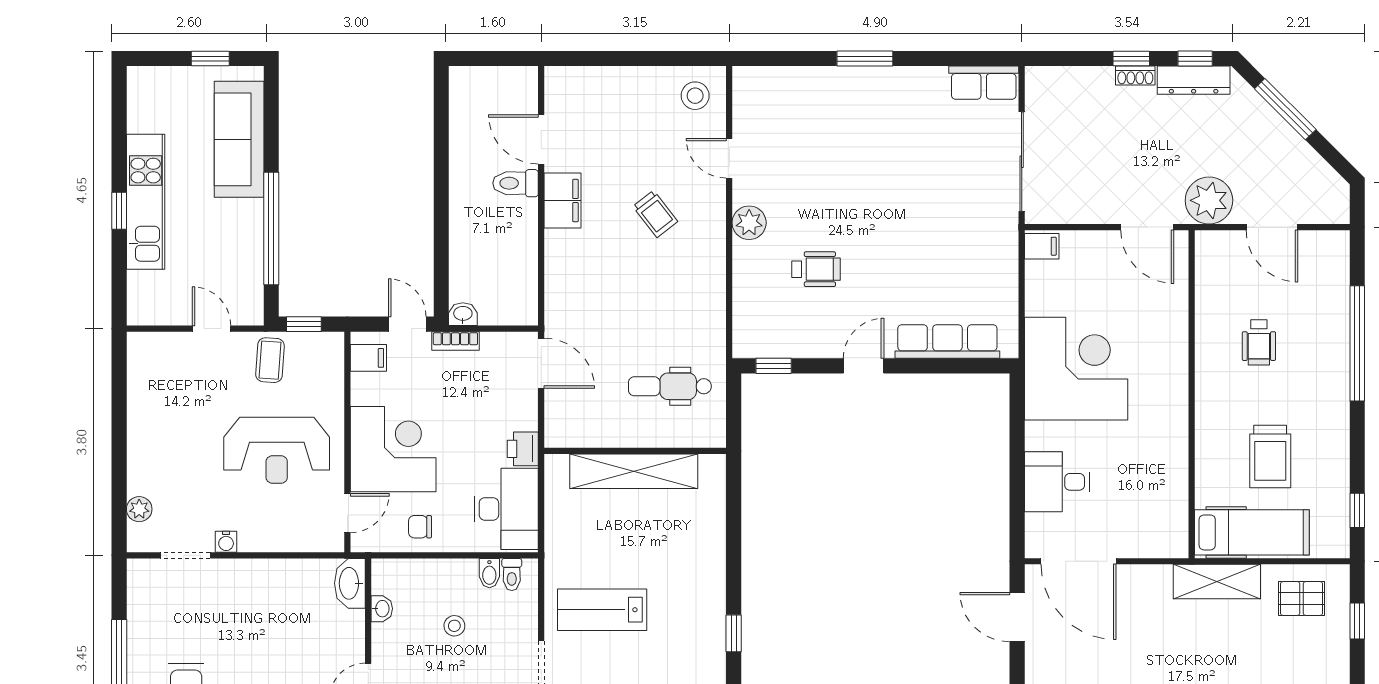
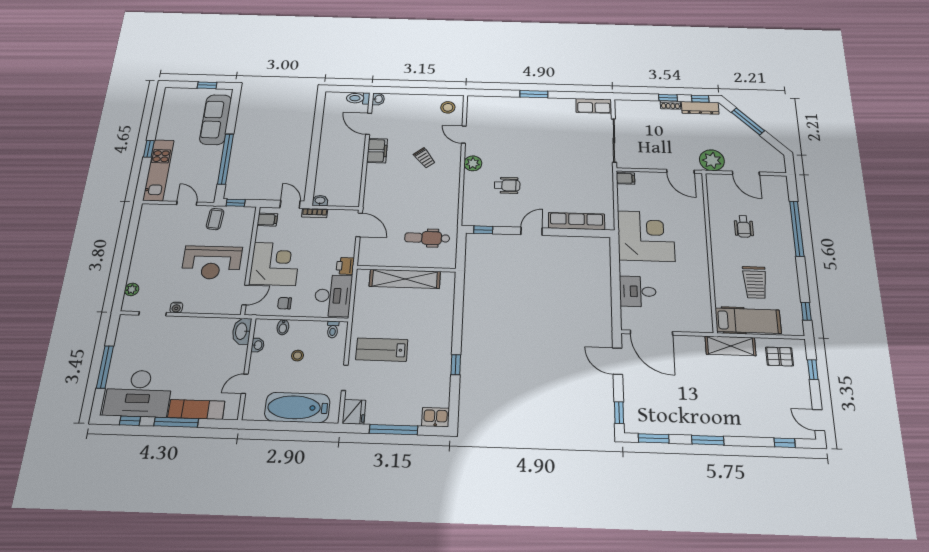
washbasin: (556, 80) -> (378, 99), added
toilet: (516, 183) -> (358, 98), moved
kitchen unit: (146, 202) -> (158, 170), moved
bidet: (489, 573) -> (283, 327), moved

